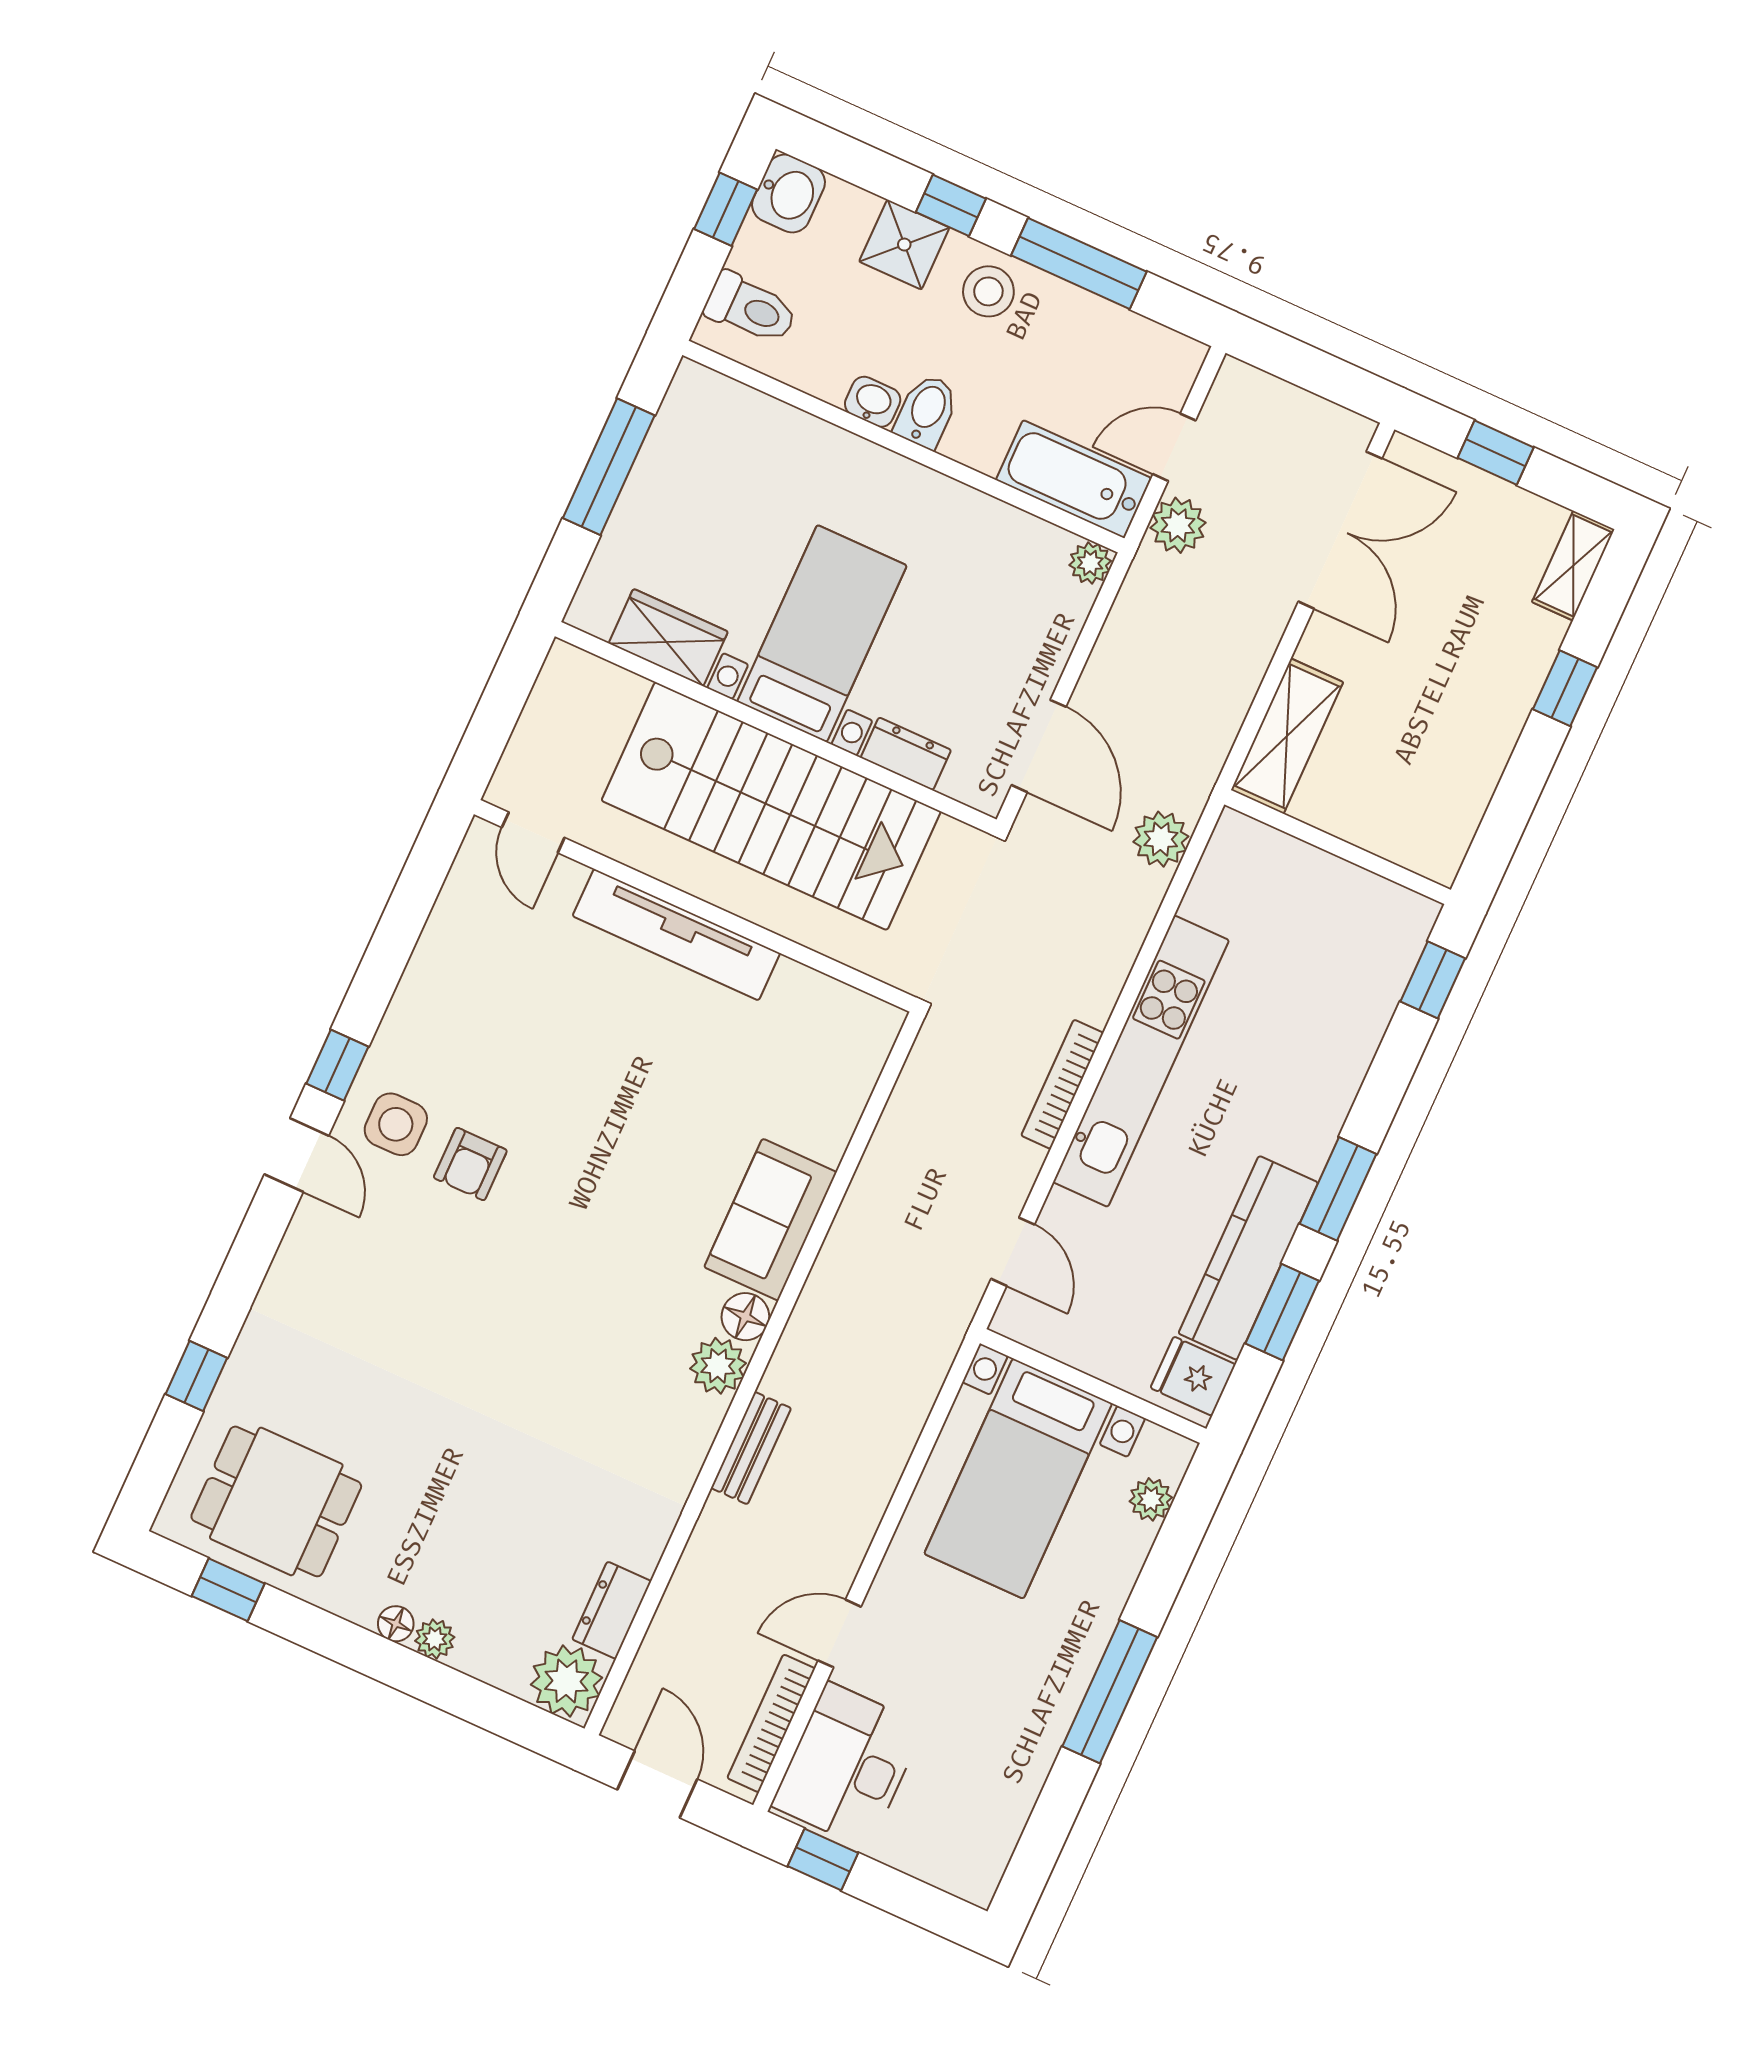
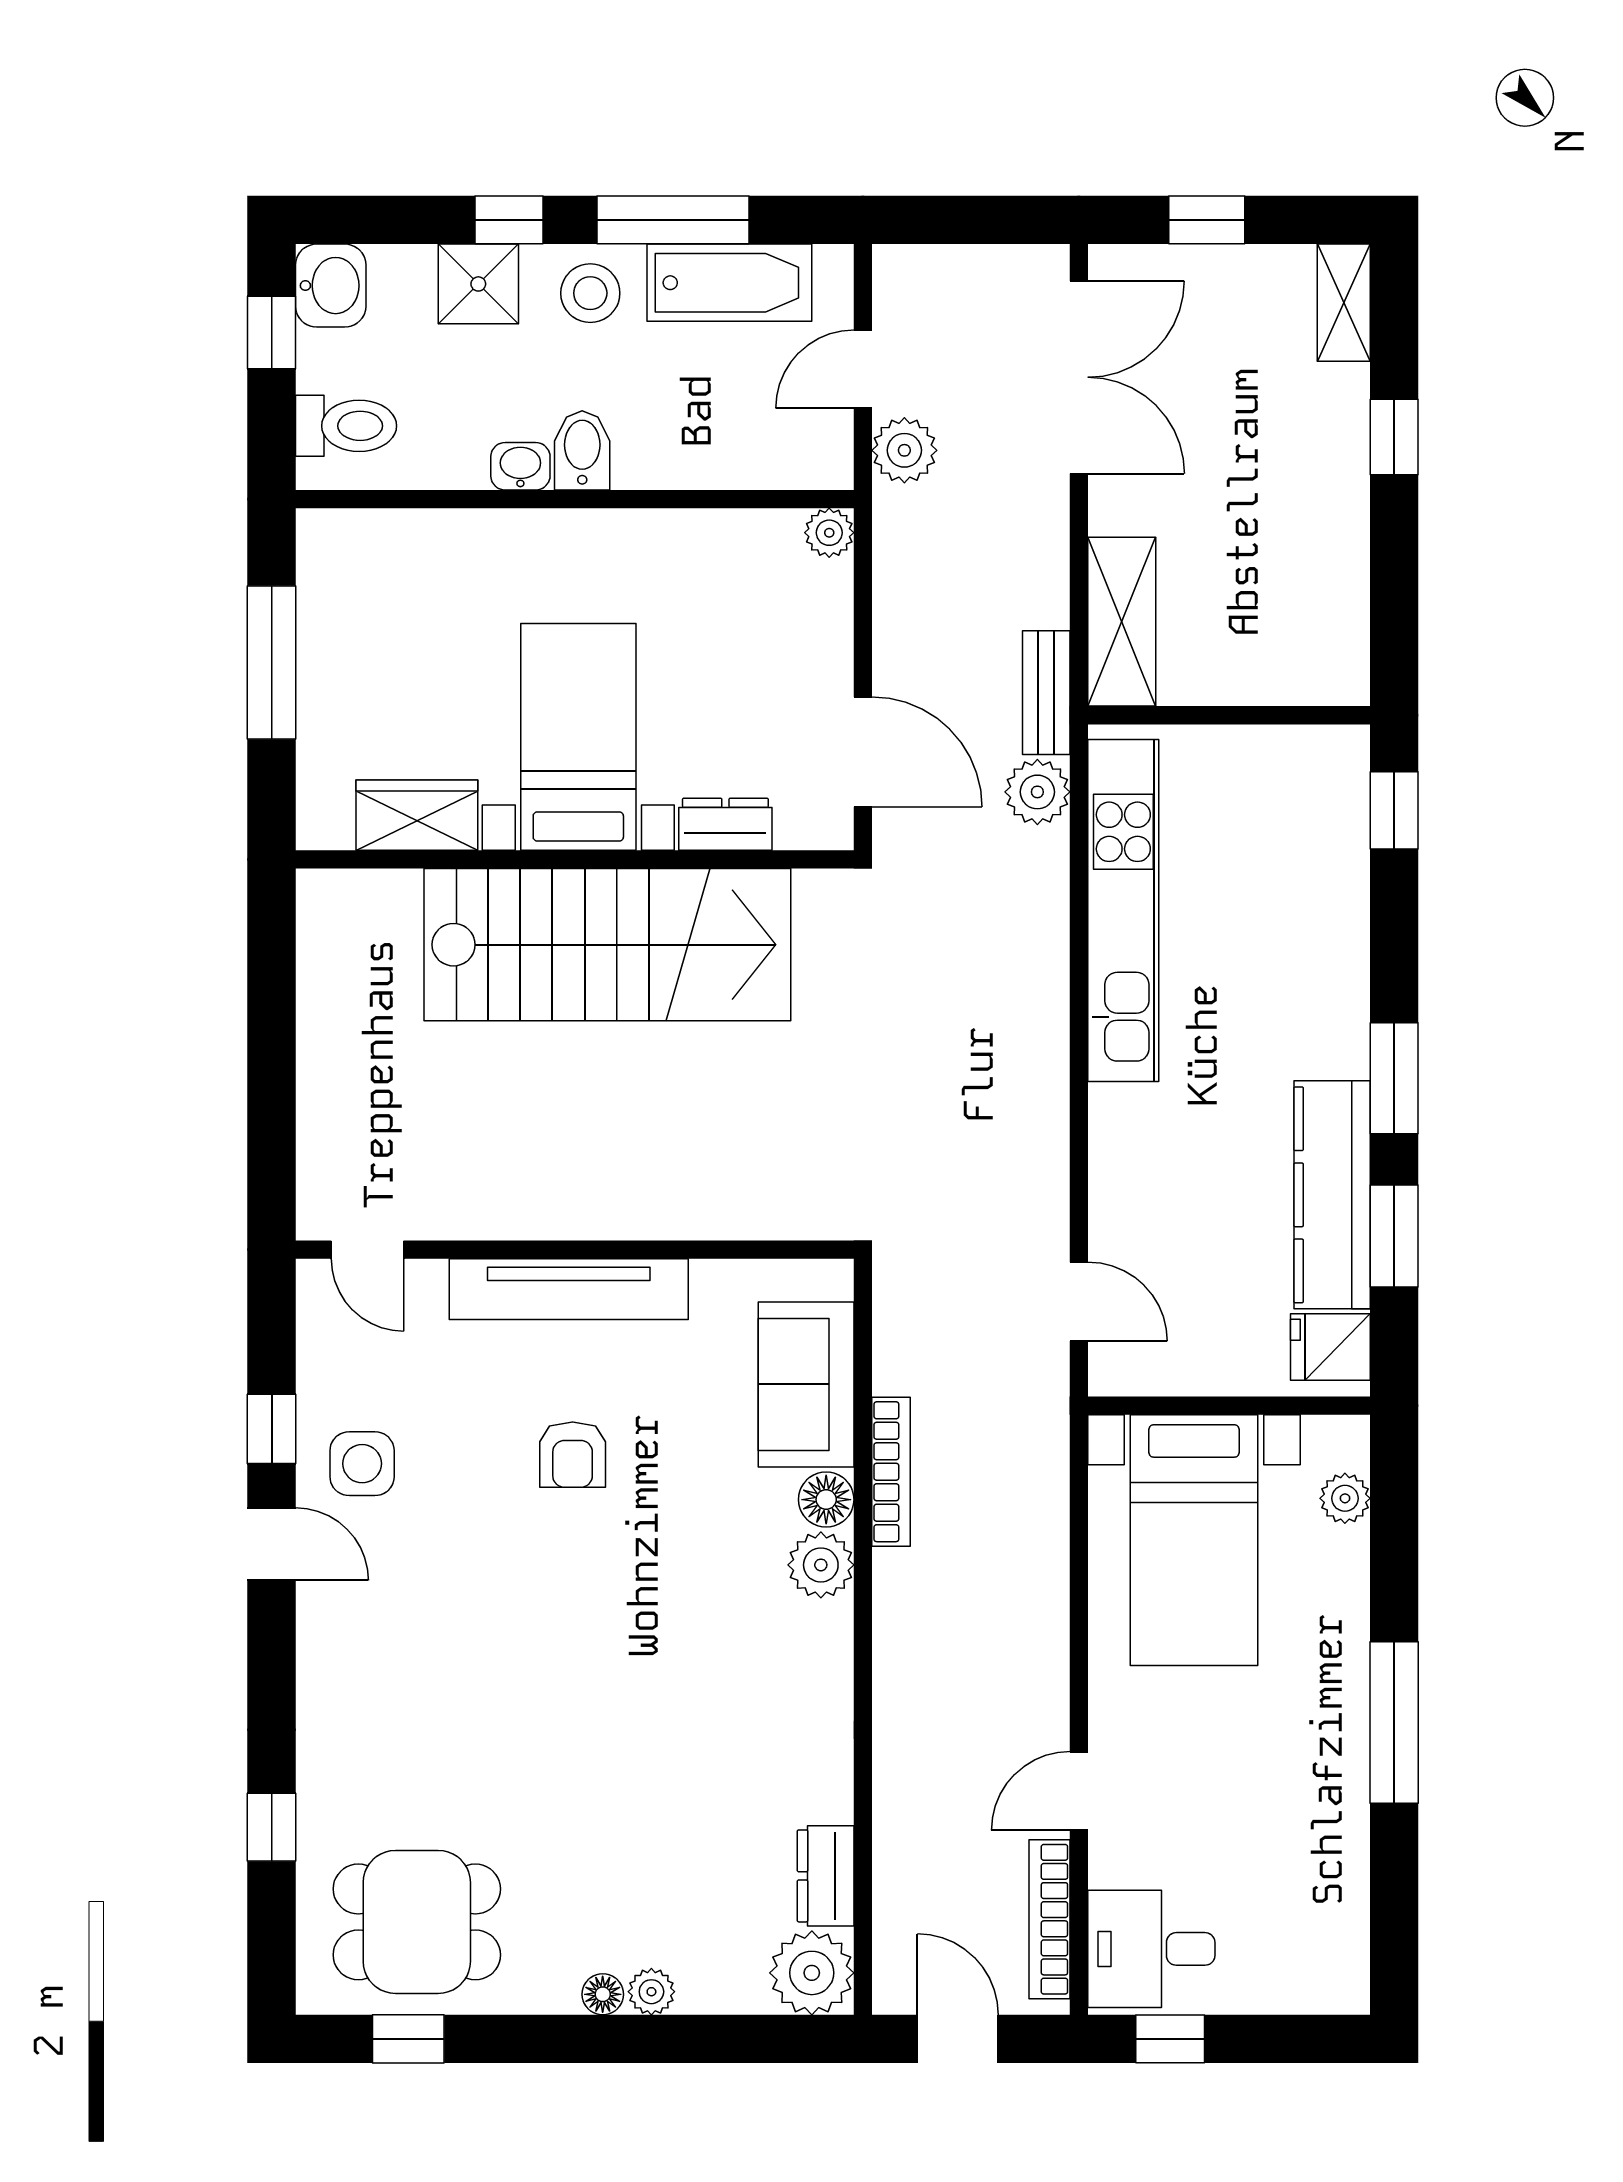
bathtub: (1074, 479) -> (729, 283), moved, turned 180
door: (533, 833) -> (367, 1250), moved
wall: (695, 906) -> (575, 1250), moved
tv unit: (676, 935) -> (569, 1289), moved
kitchen unit: (1141, 1061) -> (1123, 911), moved
bookcase: (1062, 1084) -> (891, 1472), moved, turned 180
armchair: (470, 1164) -> (573, 1455), moved
bench: (751, 1448) -> (1046, 693), moved
desk: (848, 1765) -> (1151, 1949), width x0.73

